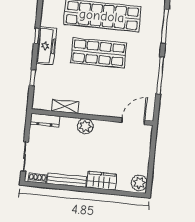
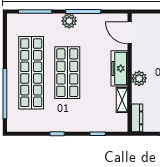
freezer: (46, 46) -> (119, 68), moved, turned -90
plant: (152, 60) -> (69, 21), added

